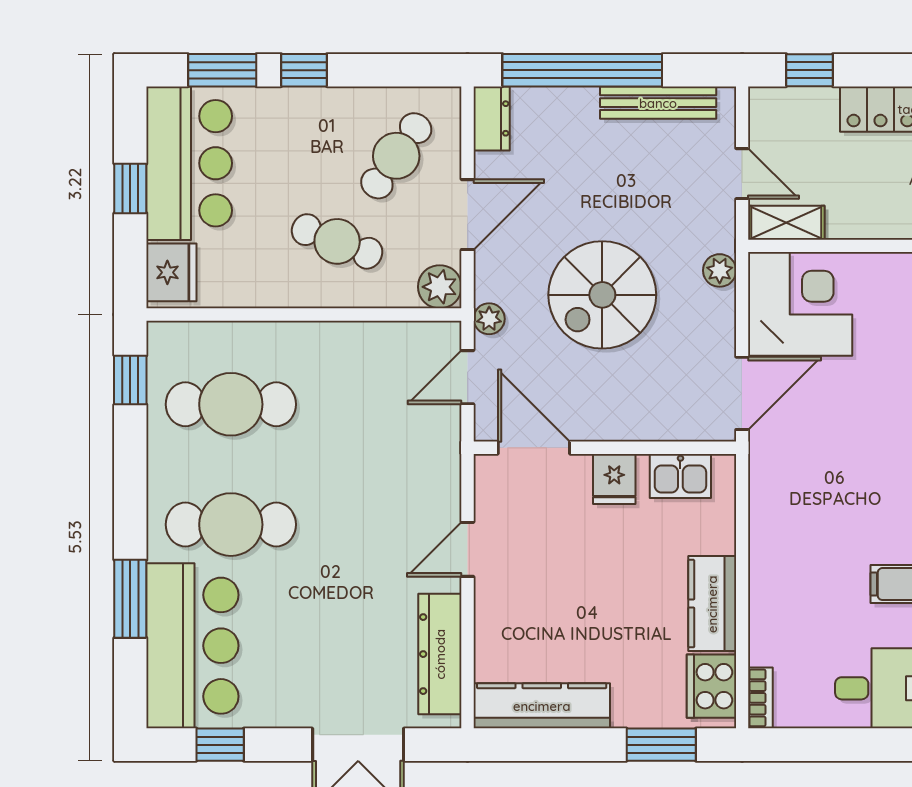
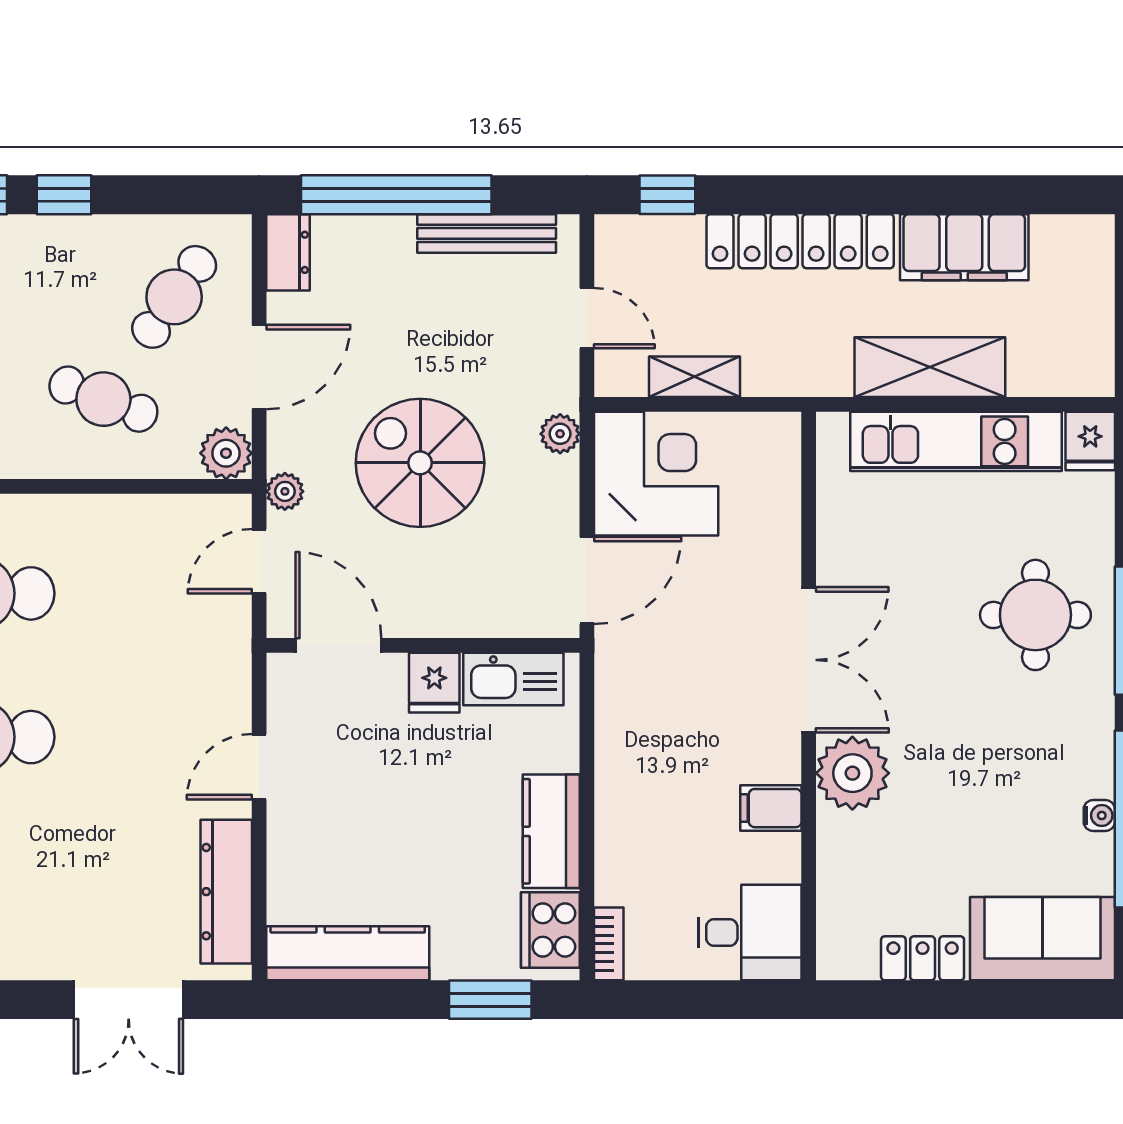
shelving: (786, 223) -> (694, 377), moved
spiral stairs: (602, 295) -> (420, 463), turned 90
kitchen sink: (680, 476) -> (513, 679), width x1.38

